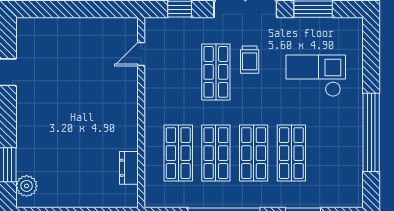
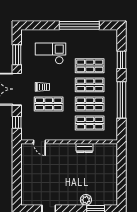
checkout: (316, 76) -> (51, 53), turned 90
dresser: (129, 168) -> (84, 148), moved
plant: (27, 186) -> (86, 200), moved

